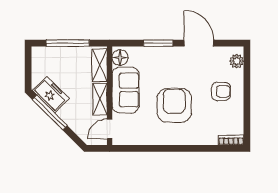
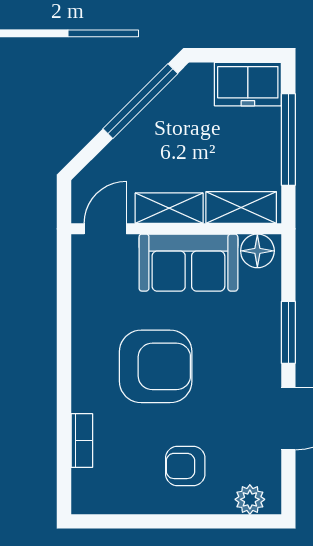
armchair: (221, 91) -> (185, 466), turned 90
freezer: (51, 95) -> (248, 84), moved, turned 45
door: (110, 129) -> (105, 229), hinge flipped
bookcase: (231, 140) -> (82, 441), moved

